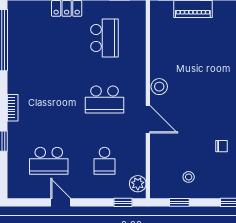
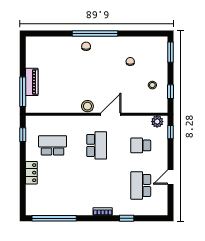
school desk: (49, 161) -> (141, 185), turned 180
school desk: (105, 161) -> (141, 145), turned 180

